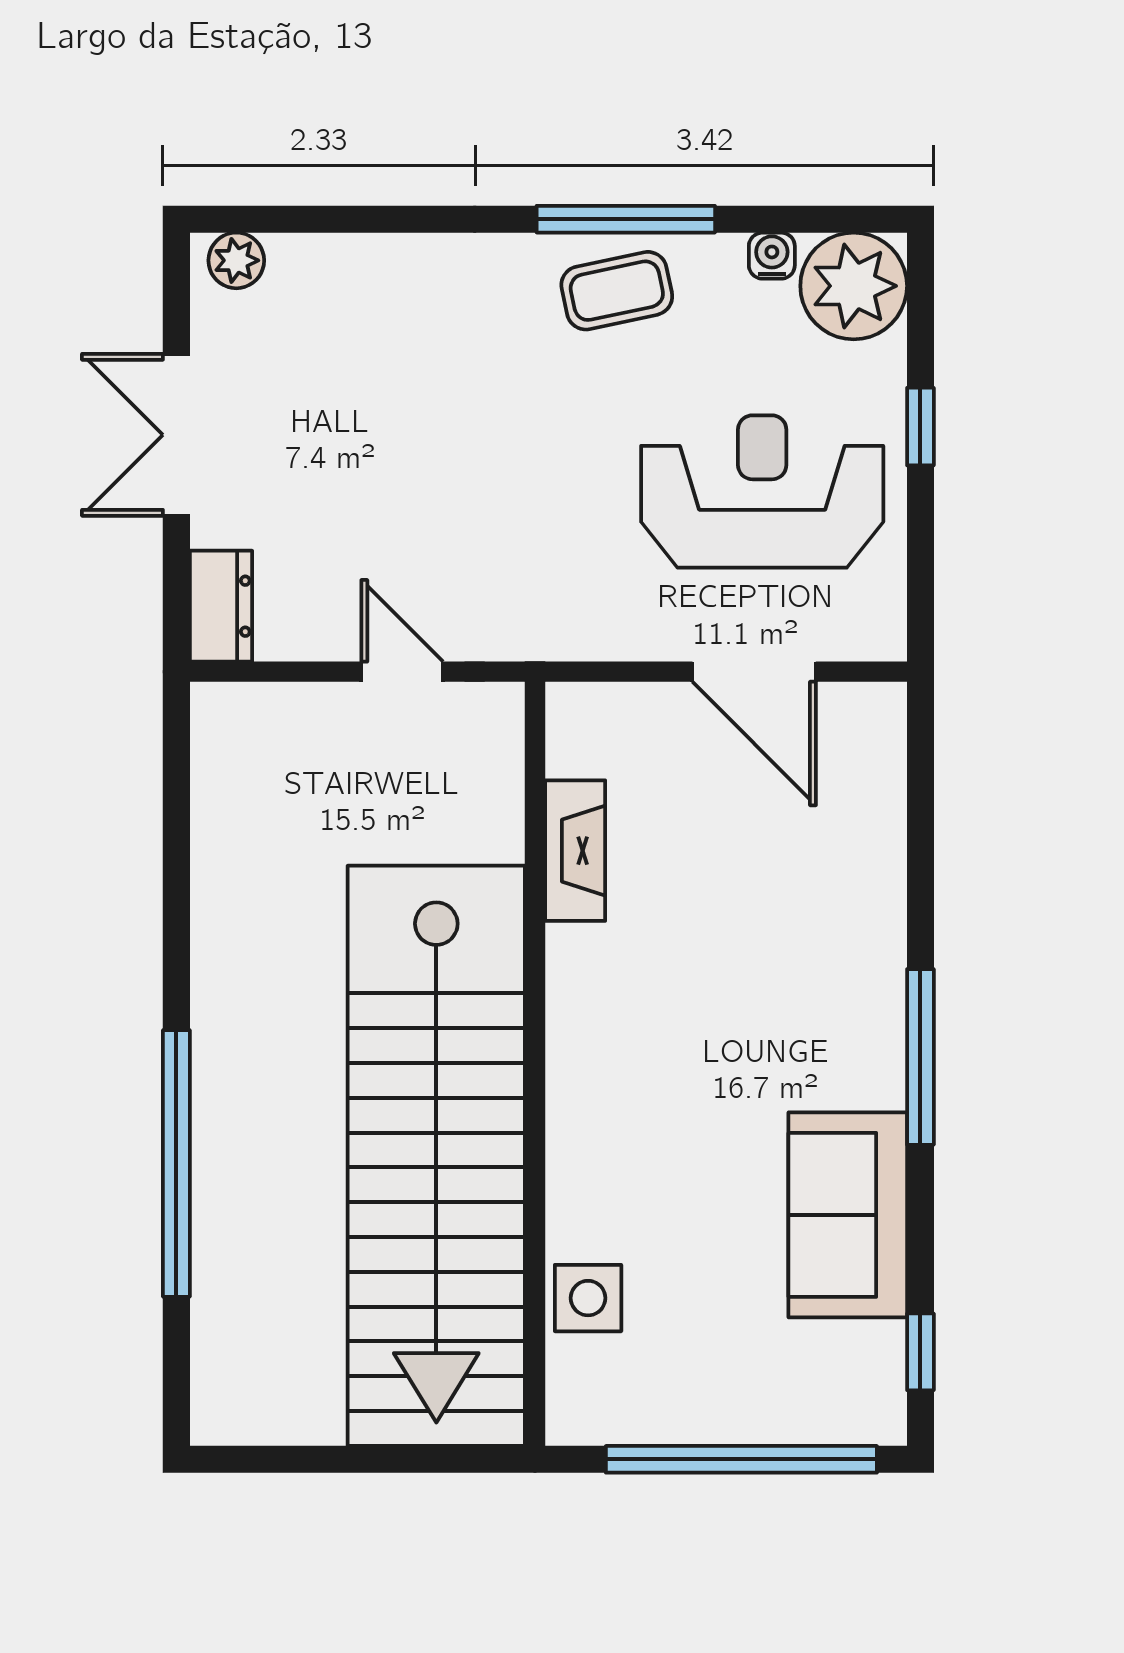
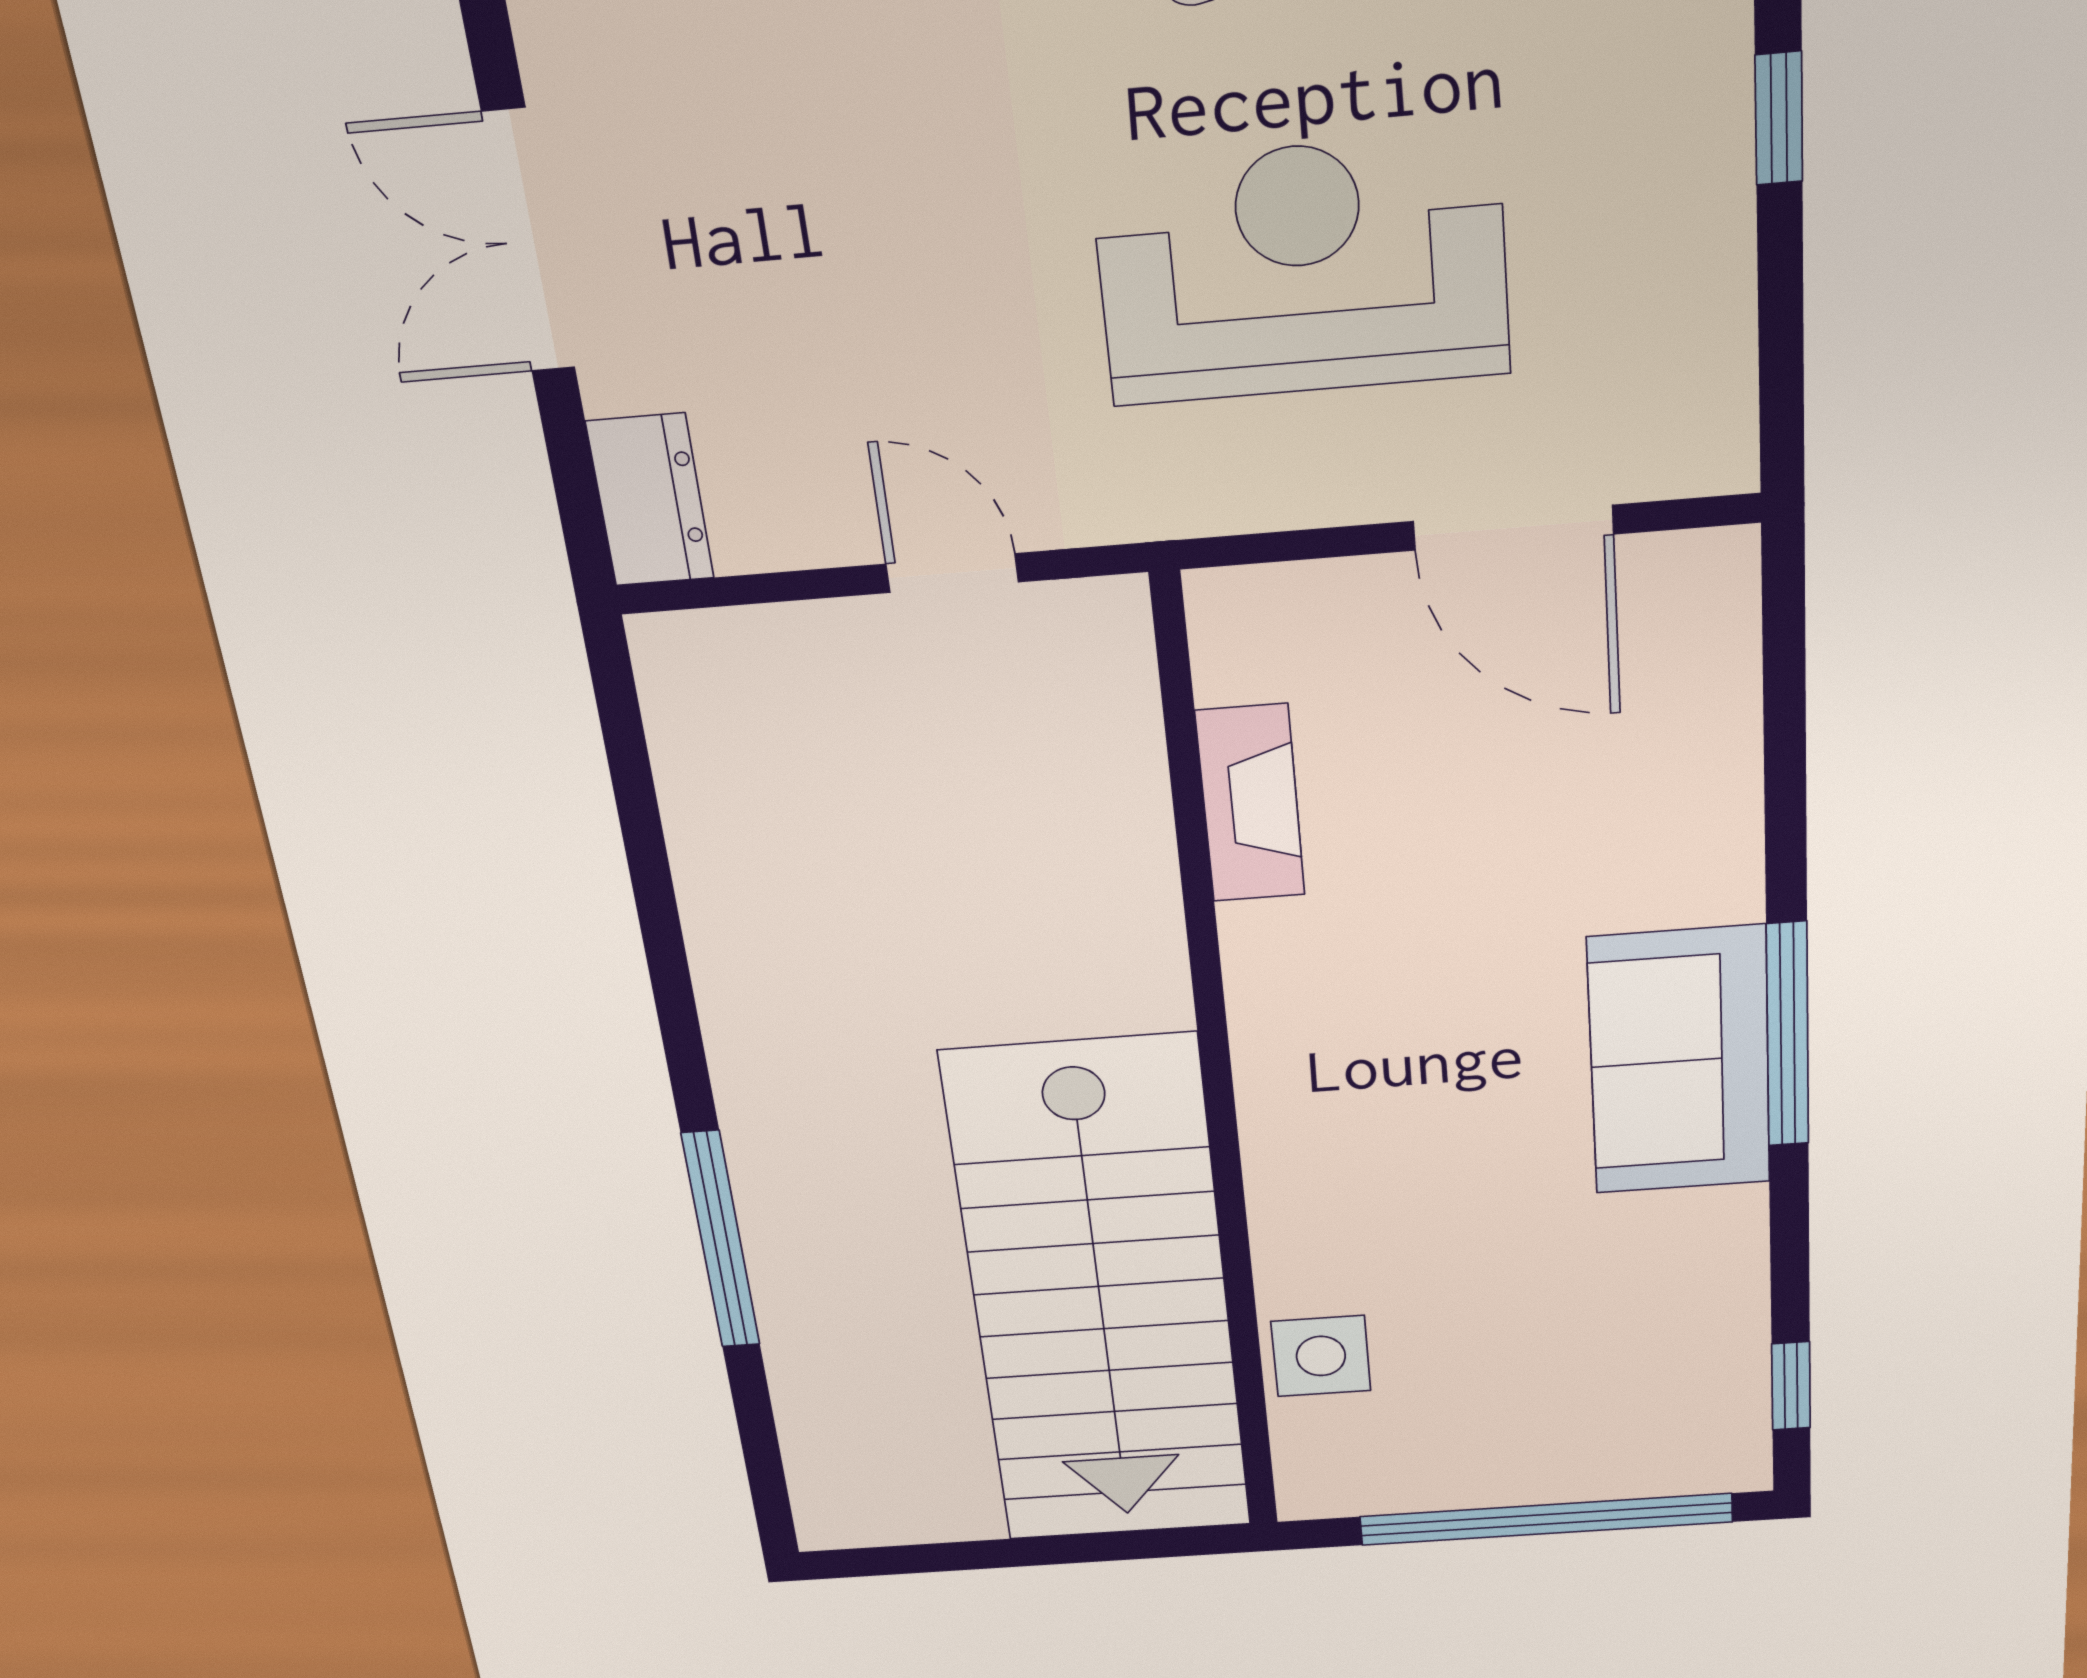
reception desk: (762, 491) -> (1302, 270), moved
stairs: (436, 1156) -> (1100, 1296), width x0.73
window: (176, 1163) -> (721, 1240), width x0.68
sofa: (848, 1215) -> (1680, 1061), moved

